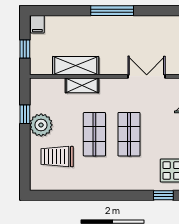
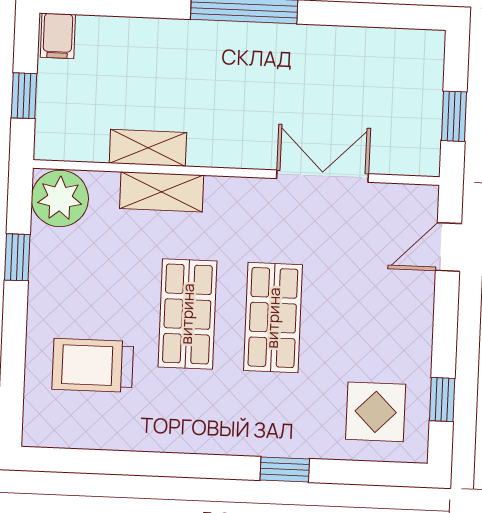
shelving: (76, 66) -> (148, 148), width x0.67, depth x0.75
plant: (41, 125) -> (60, 198), moved
window: (163, 195) -> (285, 469), moved

